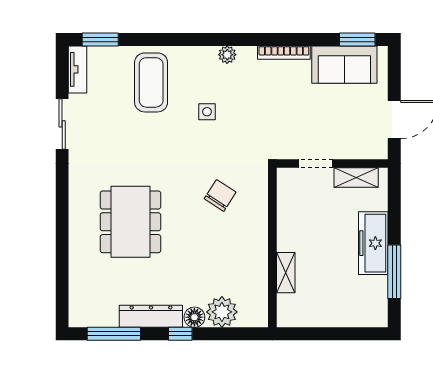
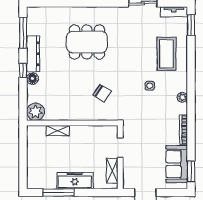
coffee table: (151, 82) -> (166, 54), turned 90
plant: (222, 312) -> (36, 112), moved

